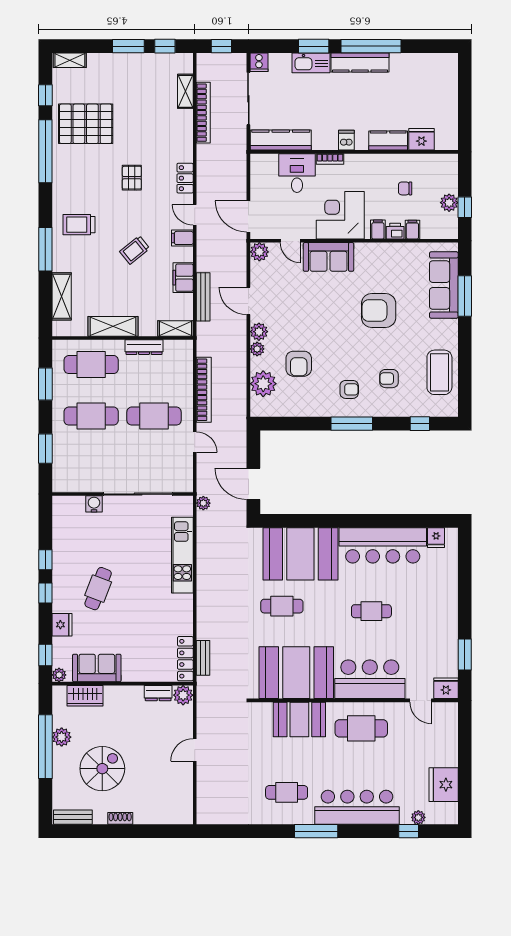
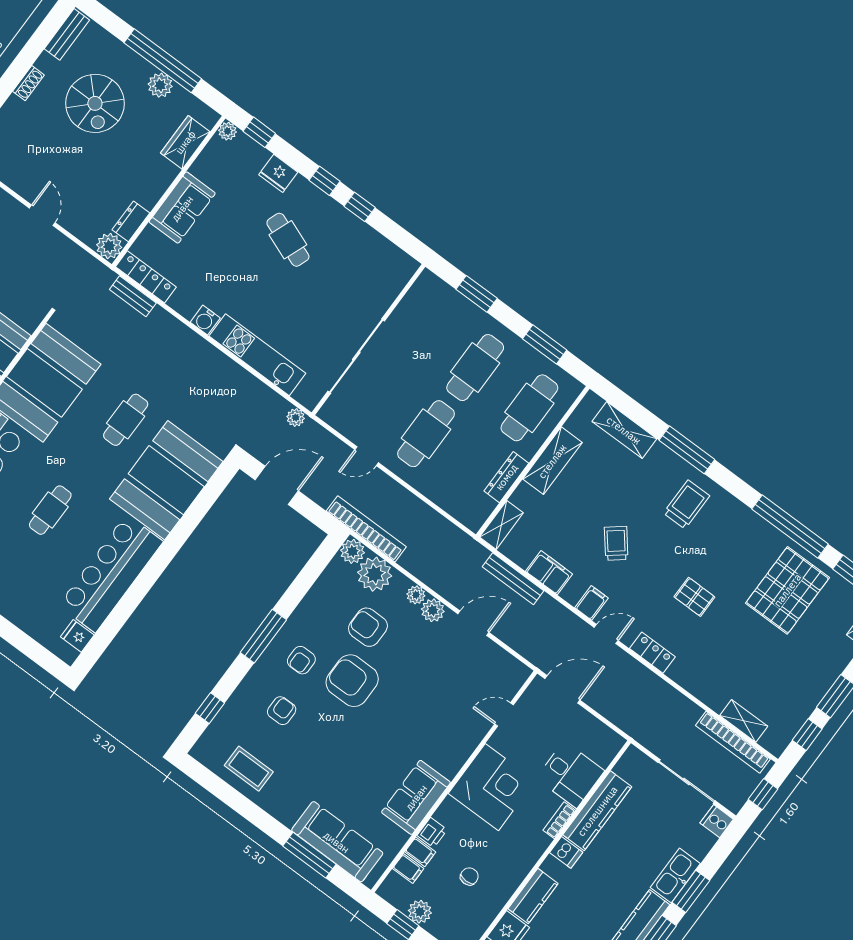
bookcase: (203, 113) -> (733, 742), moved
kitchen counter: (281, 140) -> (597, 811), moved
filing cabinet: (378, 230) -> (408, 869), moved
plant: (259, 252) -> (352, 551), moved
sofa: (329, 257) -> (416, 797), moved
armchair: (379, 311) -> (352, 681), moved, turned -90
coffee table: (439, 372) -> (249, 769), width x0.73, depth x0.76
bookcase: (204, 390) -> (366, 529), moved, turned 180
water cooler: (94, 504) -> (205, 320), moved, turned 90
sofa: (97, 668) -> (182, 208), moved

